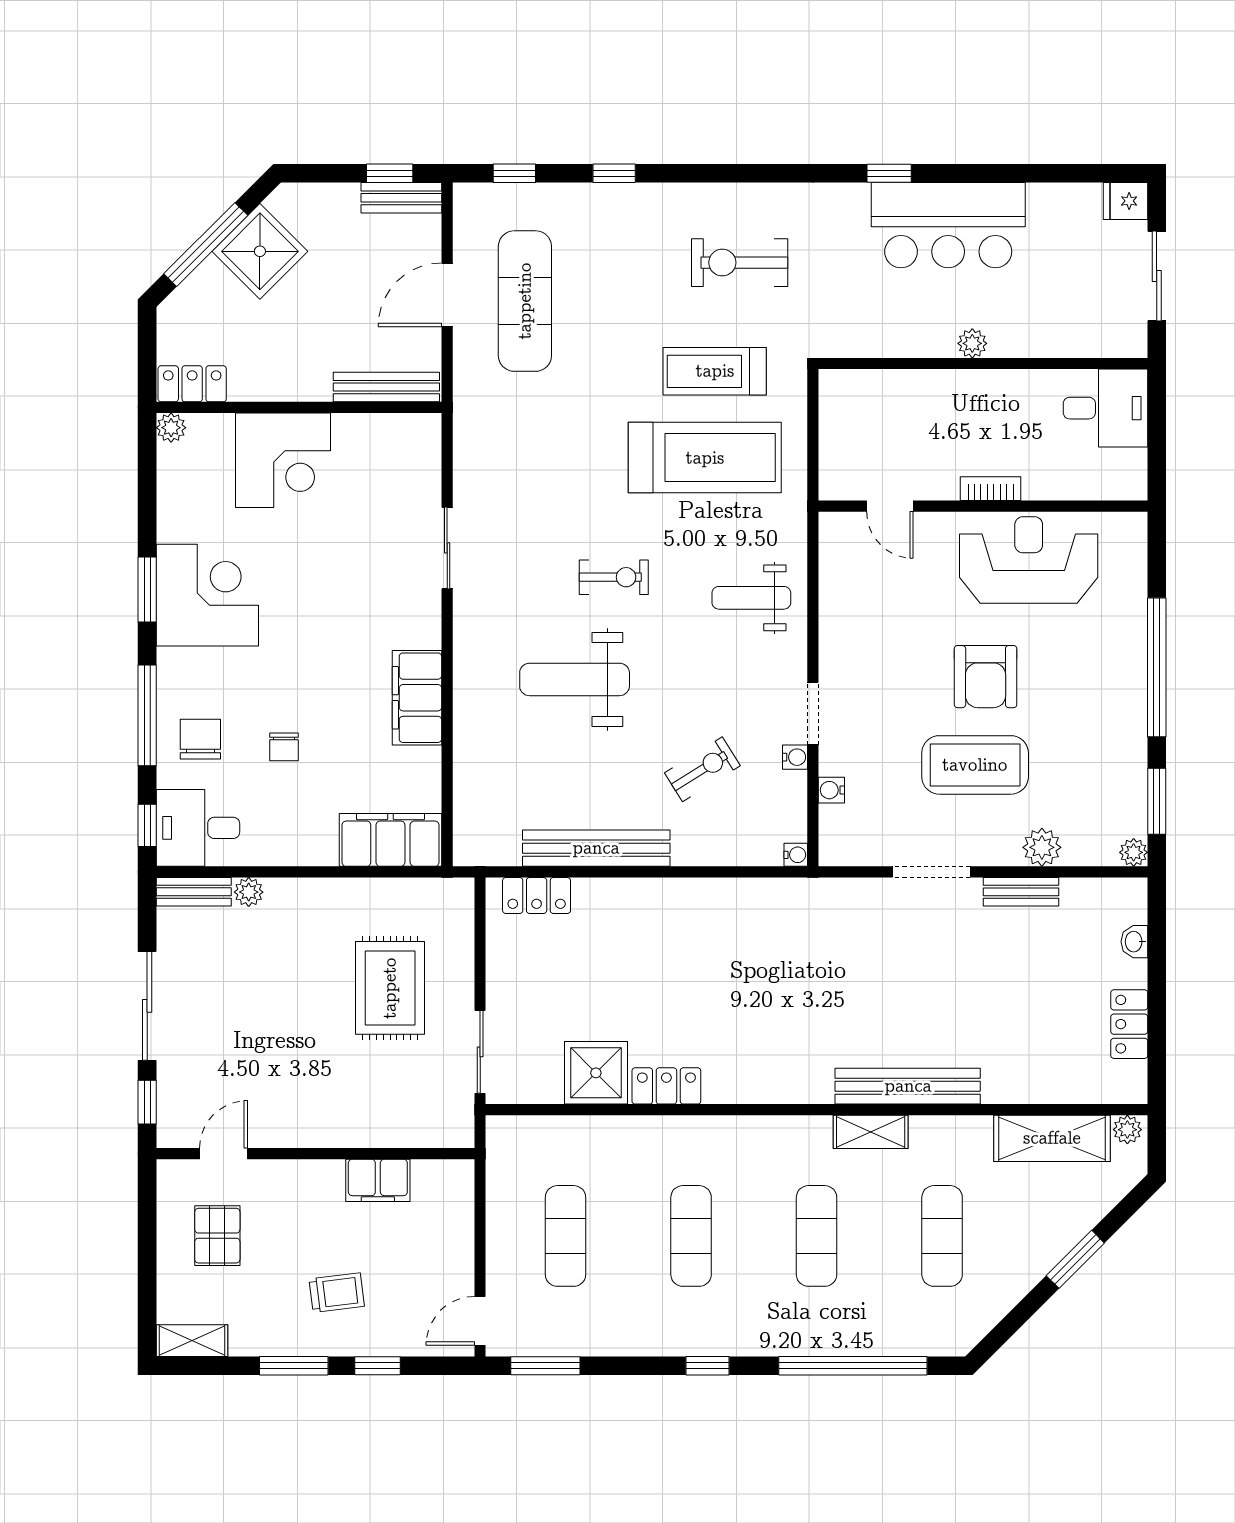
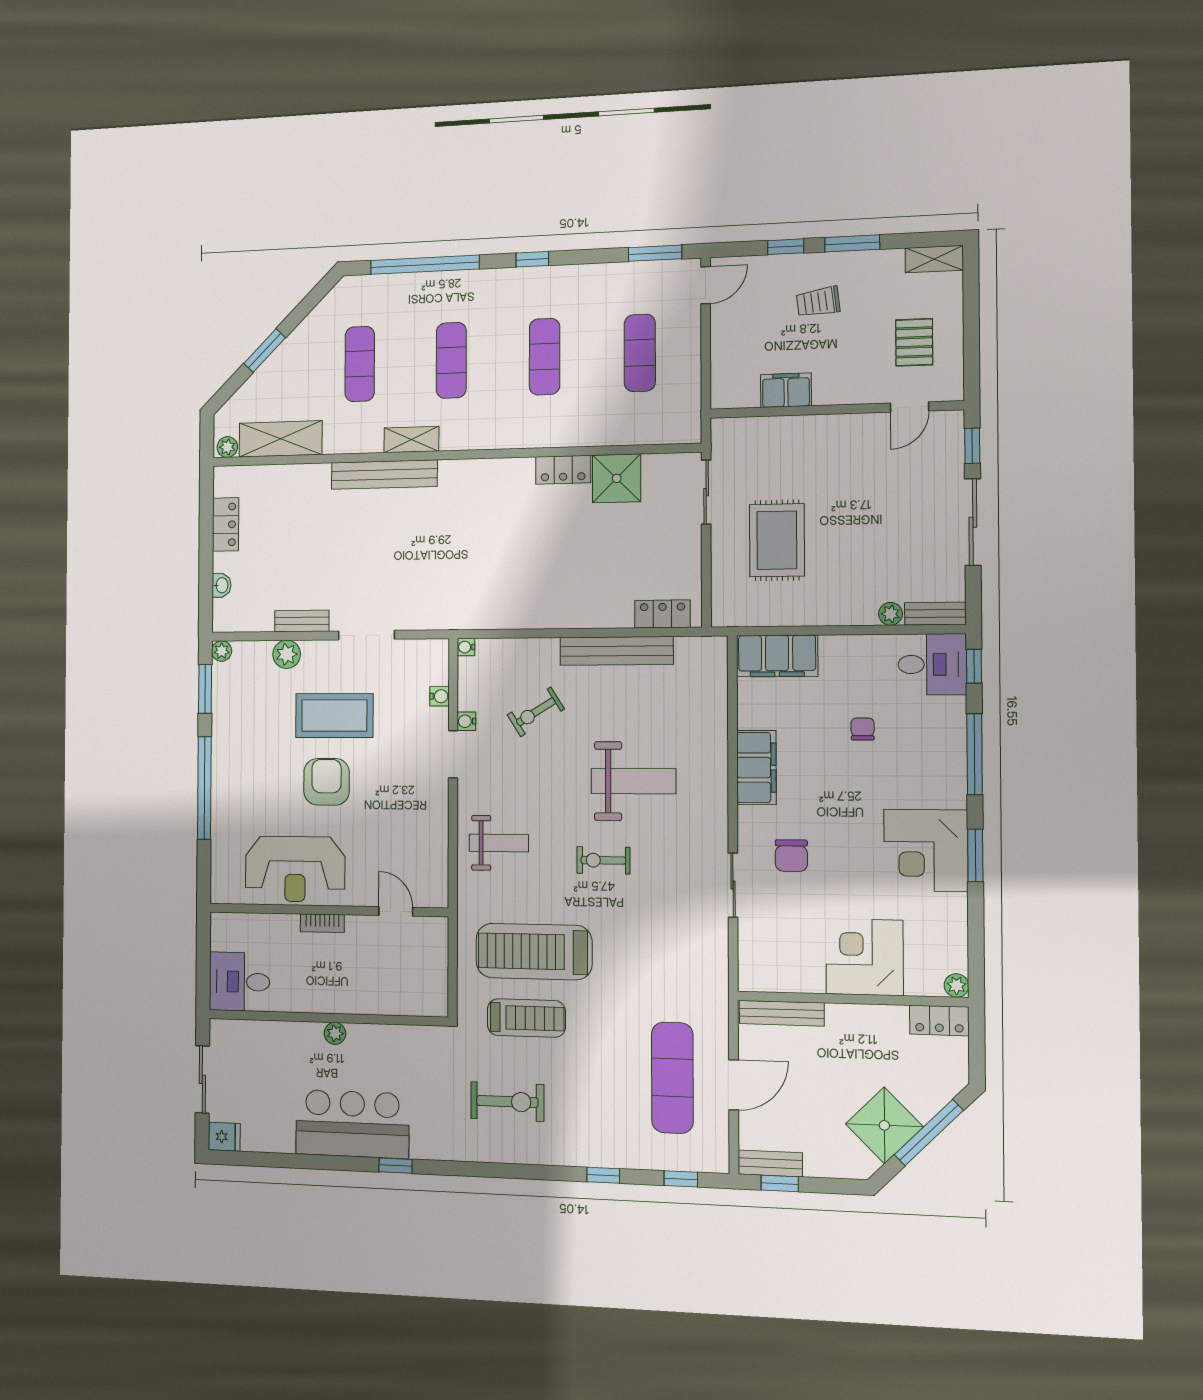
chair: (200, 739) -> (791, 856), moved

